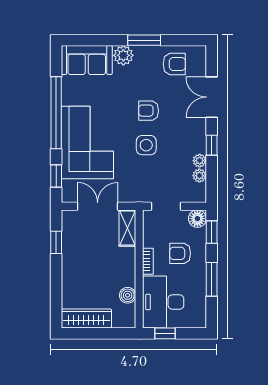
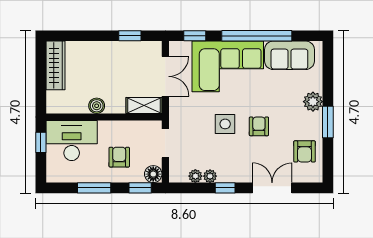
sofa: (87, 60) -> (289, 55), moved, turned -90
bookcase: (148, 261) -> (112, 126), removed
boiler: (128, 295) -> (97, 106), moved

